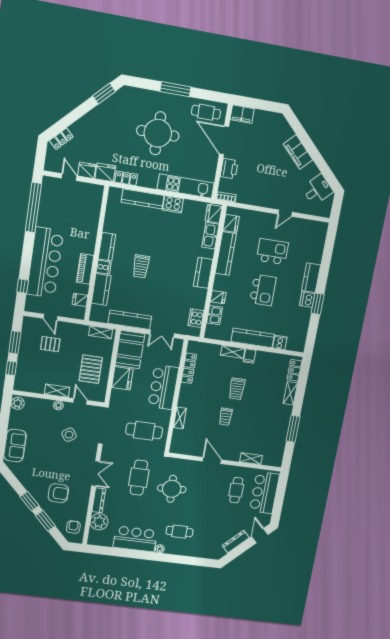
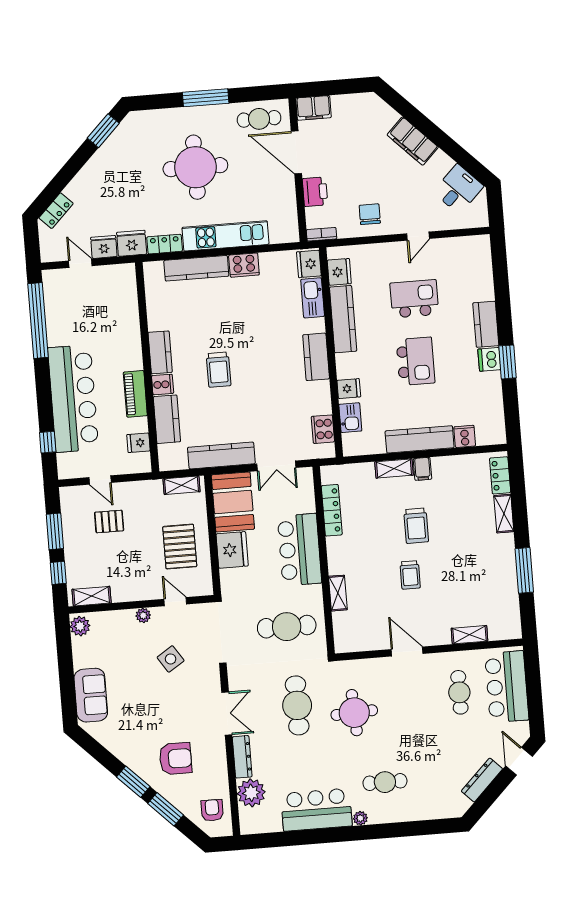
kitchen unit: (186, 186) -> (225, 236), moved
chair: (259, 192) -> (370, 214), added
shelving: (57, 391) -> (92, 596), moved

